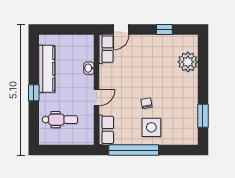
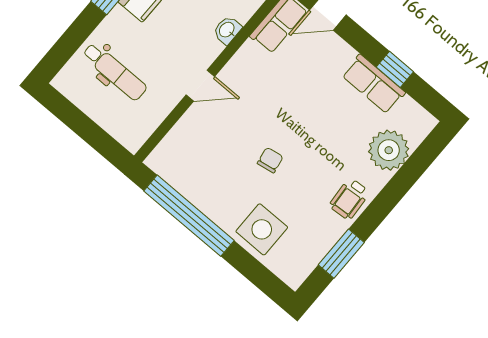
wheelchair: (189, 93) -> (349, 199), added
side table: (151, 127) -> (262, 229), moved
row of seats: (106, 130) -> (374, 84), moved, turned 90

